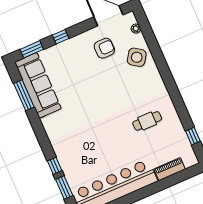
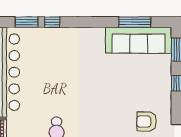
armchair: (104, 48) -> (146, 122), turned 90

